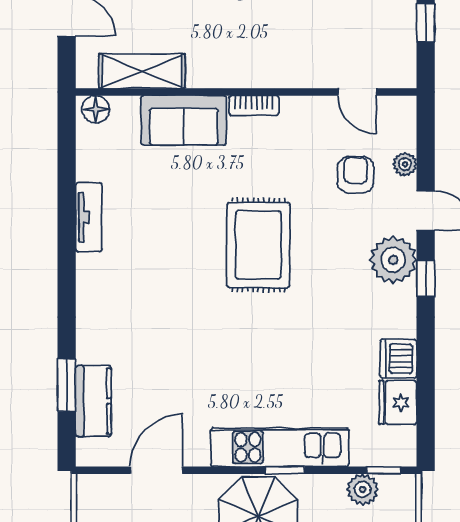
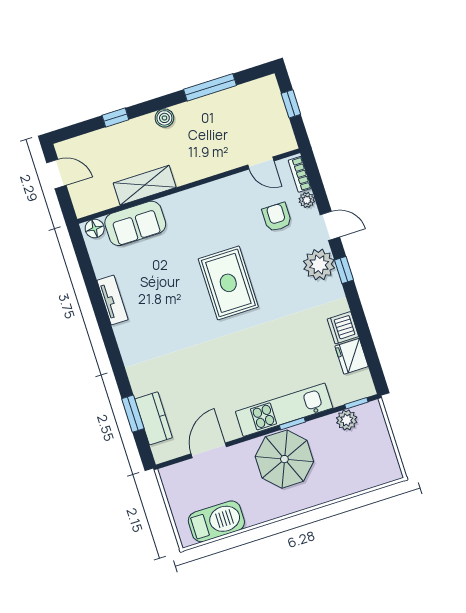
shelving: (142, 71) -> (145, 185), moved
bookcase: (254, 105) -> (300, 174), moved, turned 90
sofa: (184, 120) -> (135, 223), moved

